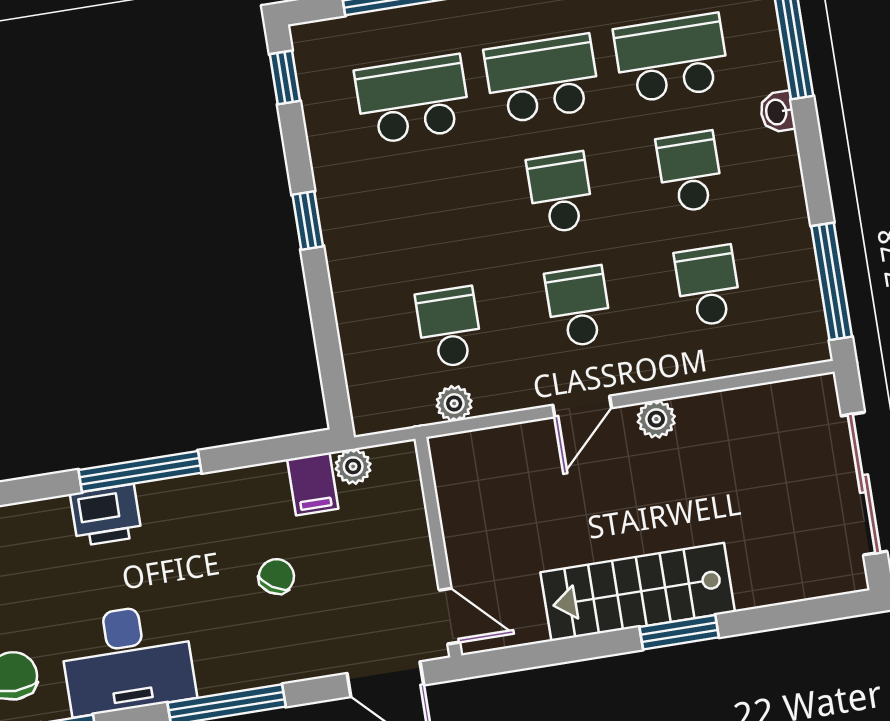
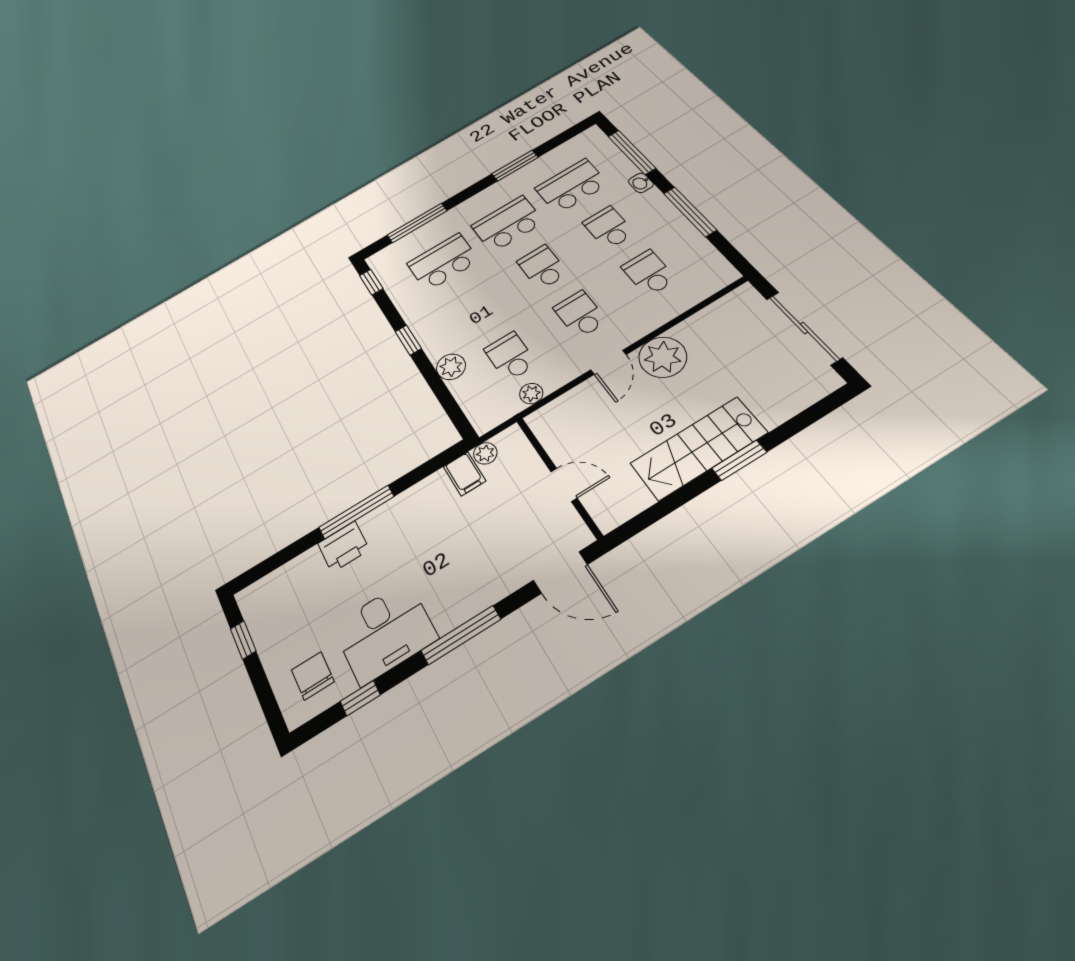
window: (832, 281) -> (690, 212), moved
plant: (356, 301) -> (451, 367), added
plant: (656, 419) -> (663, 357), width x1.88, depth x1.88
chair: (276, 576) -> (463, 538), removed
door: (449, 616) -> (564, 485), moved

